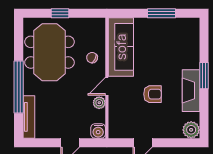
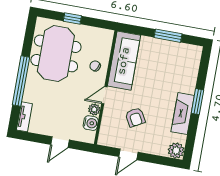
armchair: (152, 94) -> (135, 117), moved, turned 61
tv unit: (29, 117) -> (24, 117), width x0.71
water cooler: (98, 131) -> (91, 123), moved, turned -90

